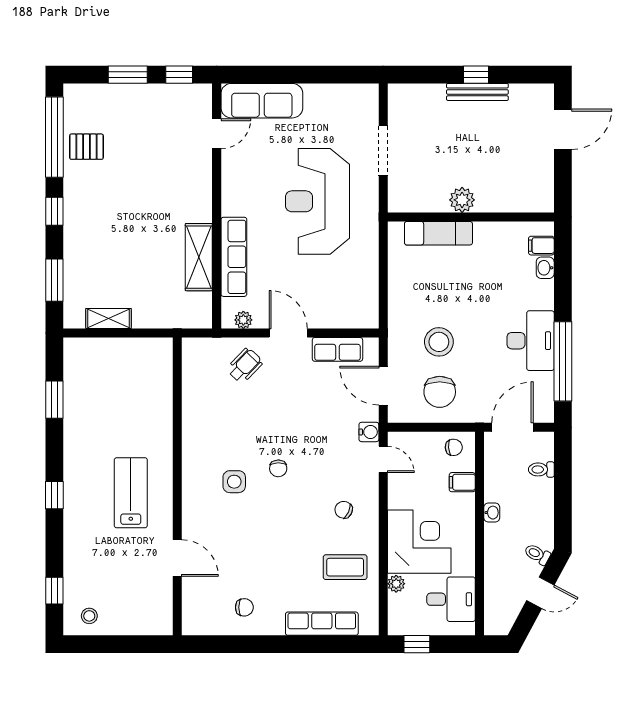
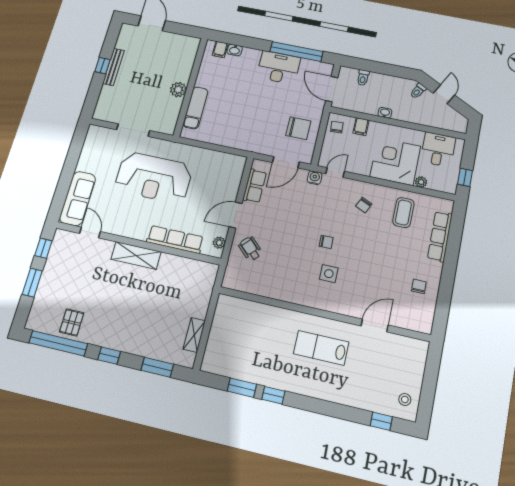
shelving: (199, 257) -> (136, 255), moved
stool: (439, 342) -> (266, 122), removed
window: (54, 495) -> (273, 395), moved

